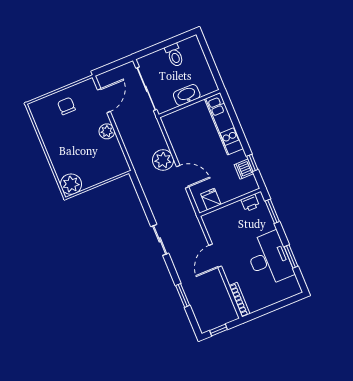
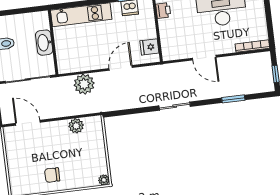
chair: (66, 106) -> (52, 175), moved
plant: (107, 131) -> (76, 126), moved
plant: (163, 160) -> (84, 84), moved
plant: (71, 184) -> (104, 180), width x0.53, depth x0.53

